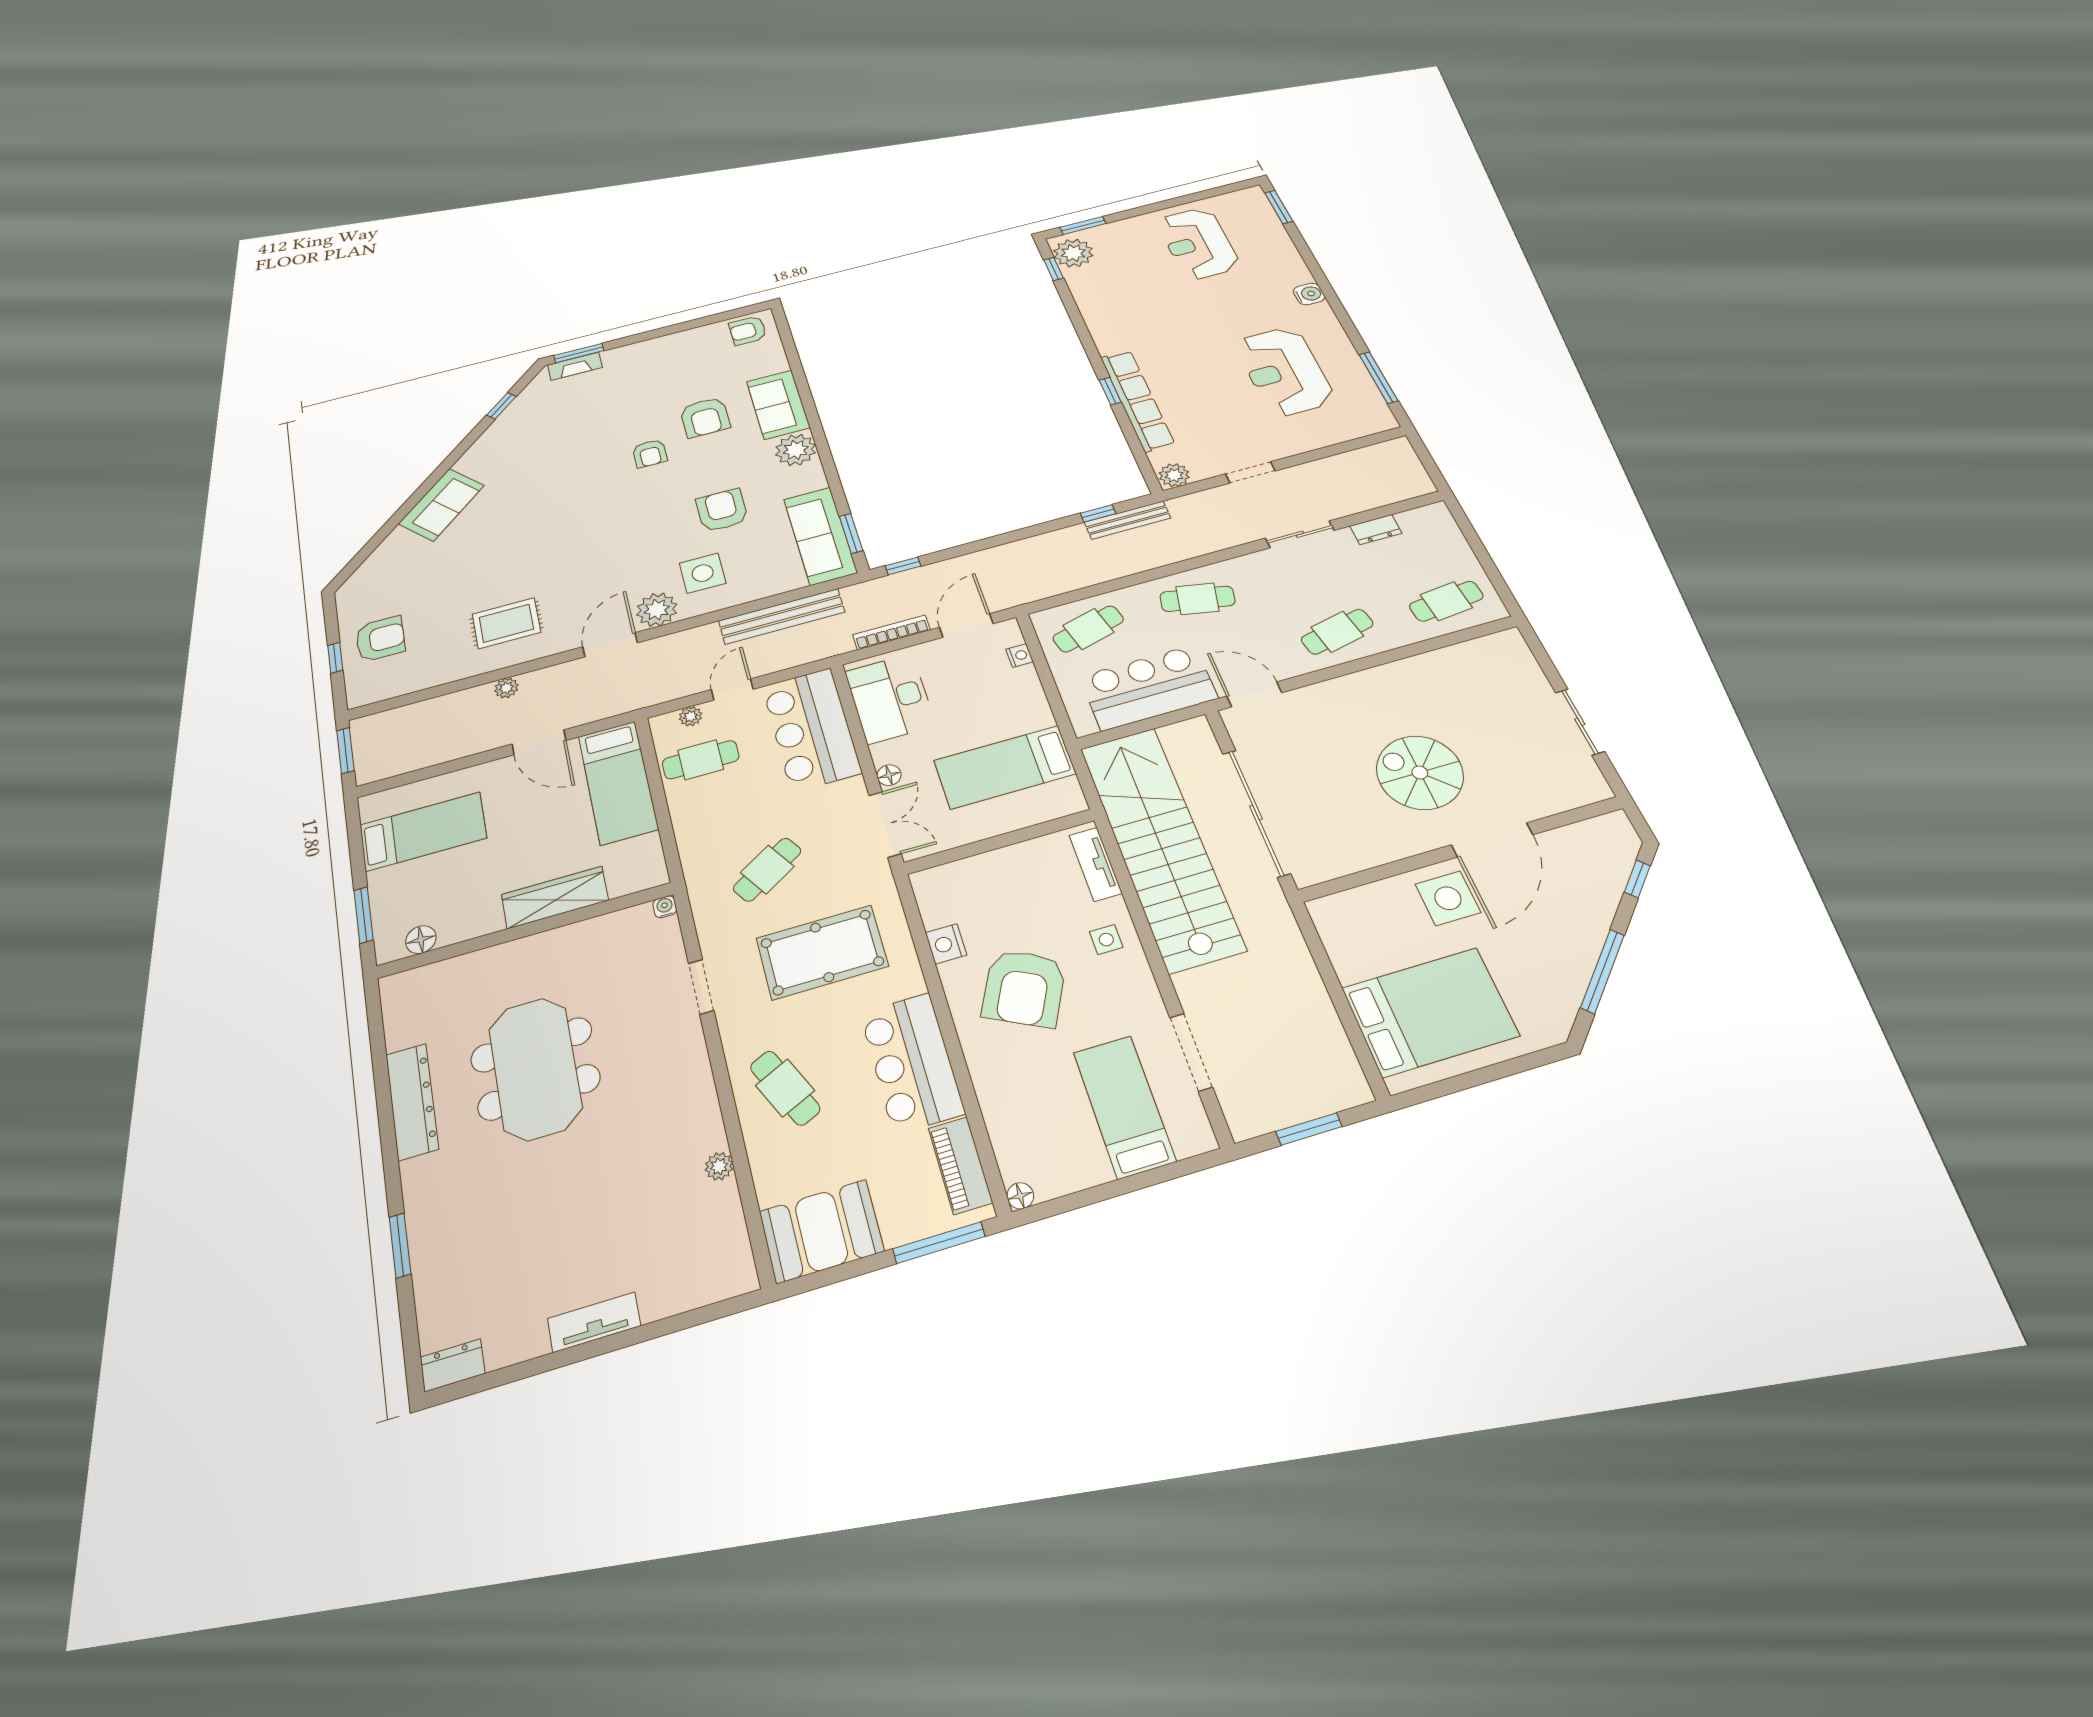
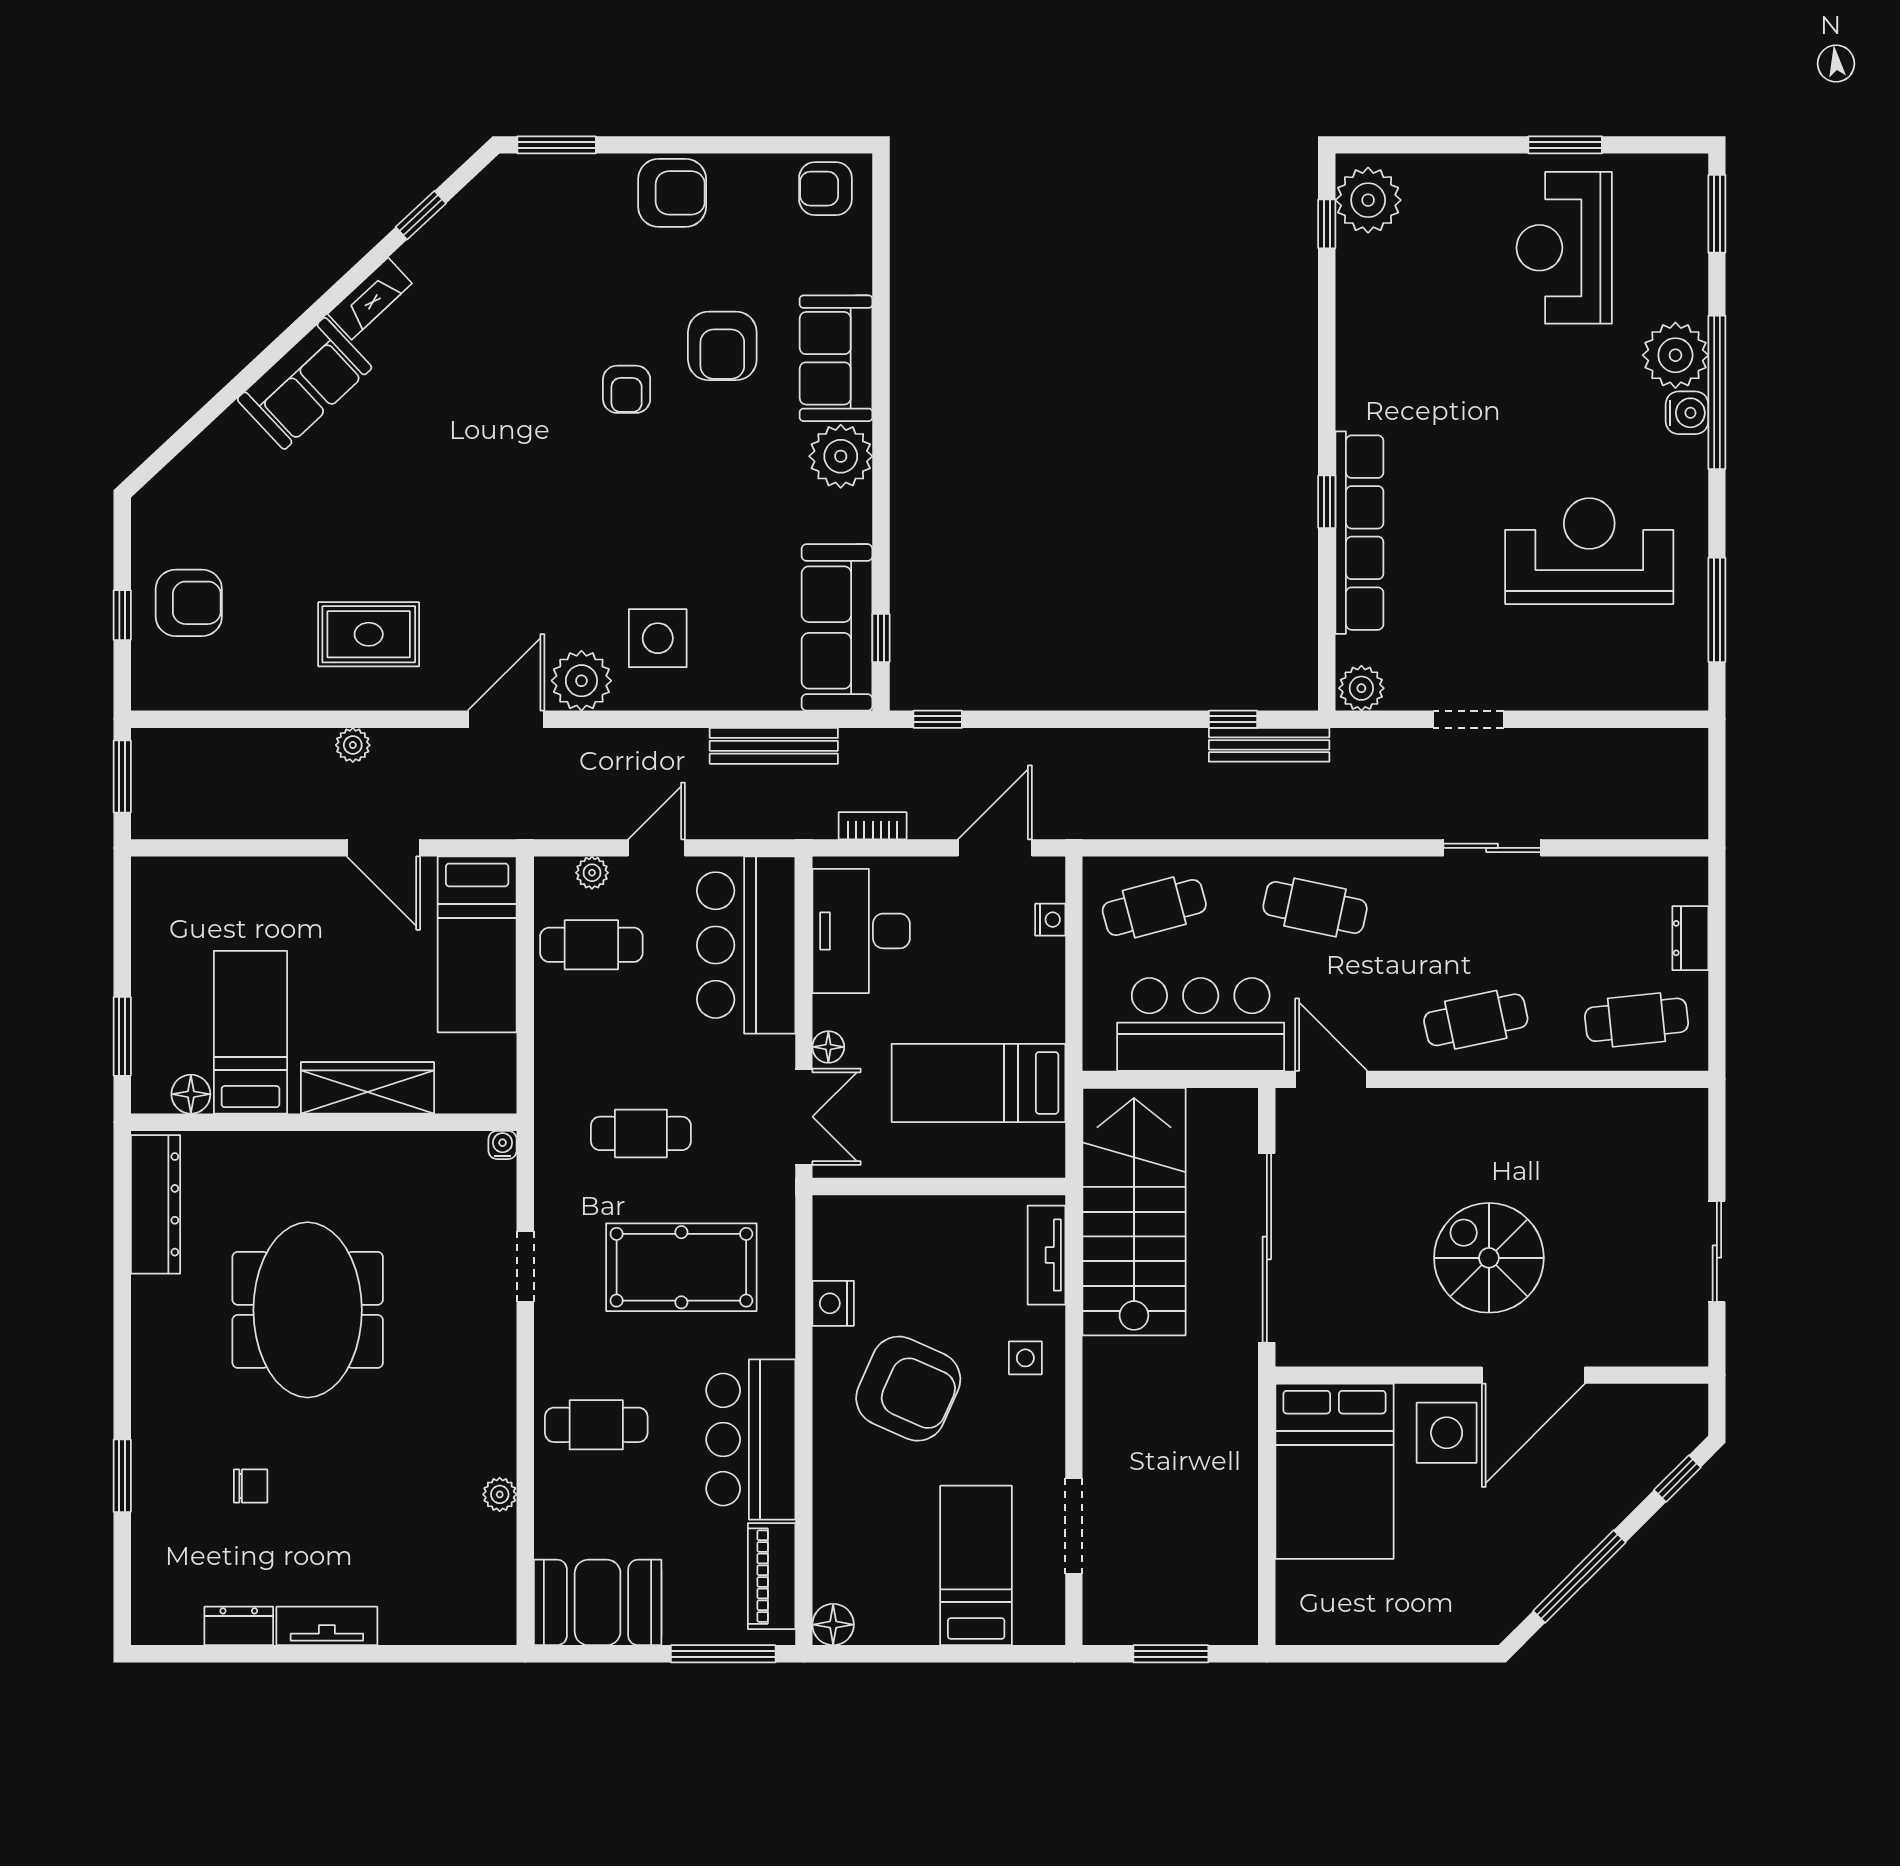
window: (1083, 225) -> (1565, 145), moved
plant: (1288, 271) -> (1675, 355), added
window: (1322, 281) -> (1717, 392), added
fireplace: (575, 366) -> (370, 299), moved, turned -43
reception desk: (1284, 371) -> (1589, 551), turned 90
armchair: (722, 510) -> (672, 193), moved, turned 90
dresser: (1376, 529) -> (1690, 938), moved, turned 90
window: (851, 533) -> (881, 638), width x0.67
bench: (782, 616) -> (774, 746), width x0.73, depth x0.82
bookcase: (891, 632) -> (873, 826), width x0.64
bed: (423, 831) -> (250, 1032), moved, turned -90
stairs: (1161, 846) -> (1134, 1212), width x0.73
cafe table: (767, 870) -> (641, 1133), turned 32
armchair: (1024, 988) -> (908, 1389), turned -93
bed: (1430, 1012) -> (1334, 1471), moved, turned 90
cafe table: (785, 1088) -> (596, 1425), turned -65
dresser: (412, 1101) -> (156, 1204), moved
floor lamp: (1020, 1196) -> (833, 1625), width x1.37, depth x1.37
chair: (510, 1222) -> (251, 1486), added
dresser: (452, 1365) -> (239, 1626), moved

